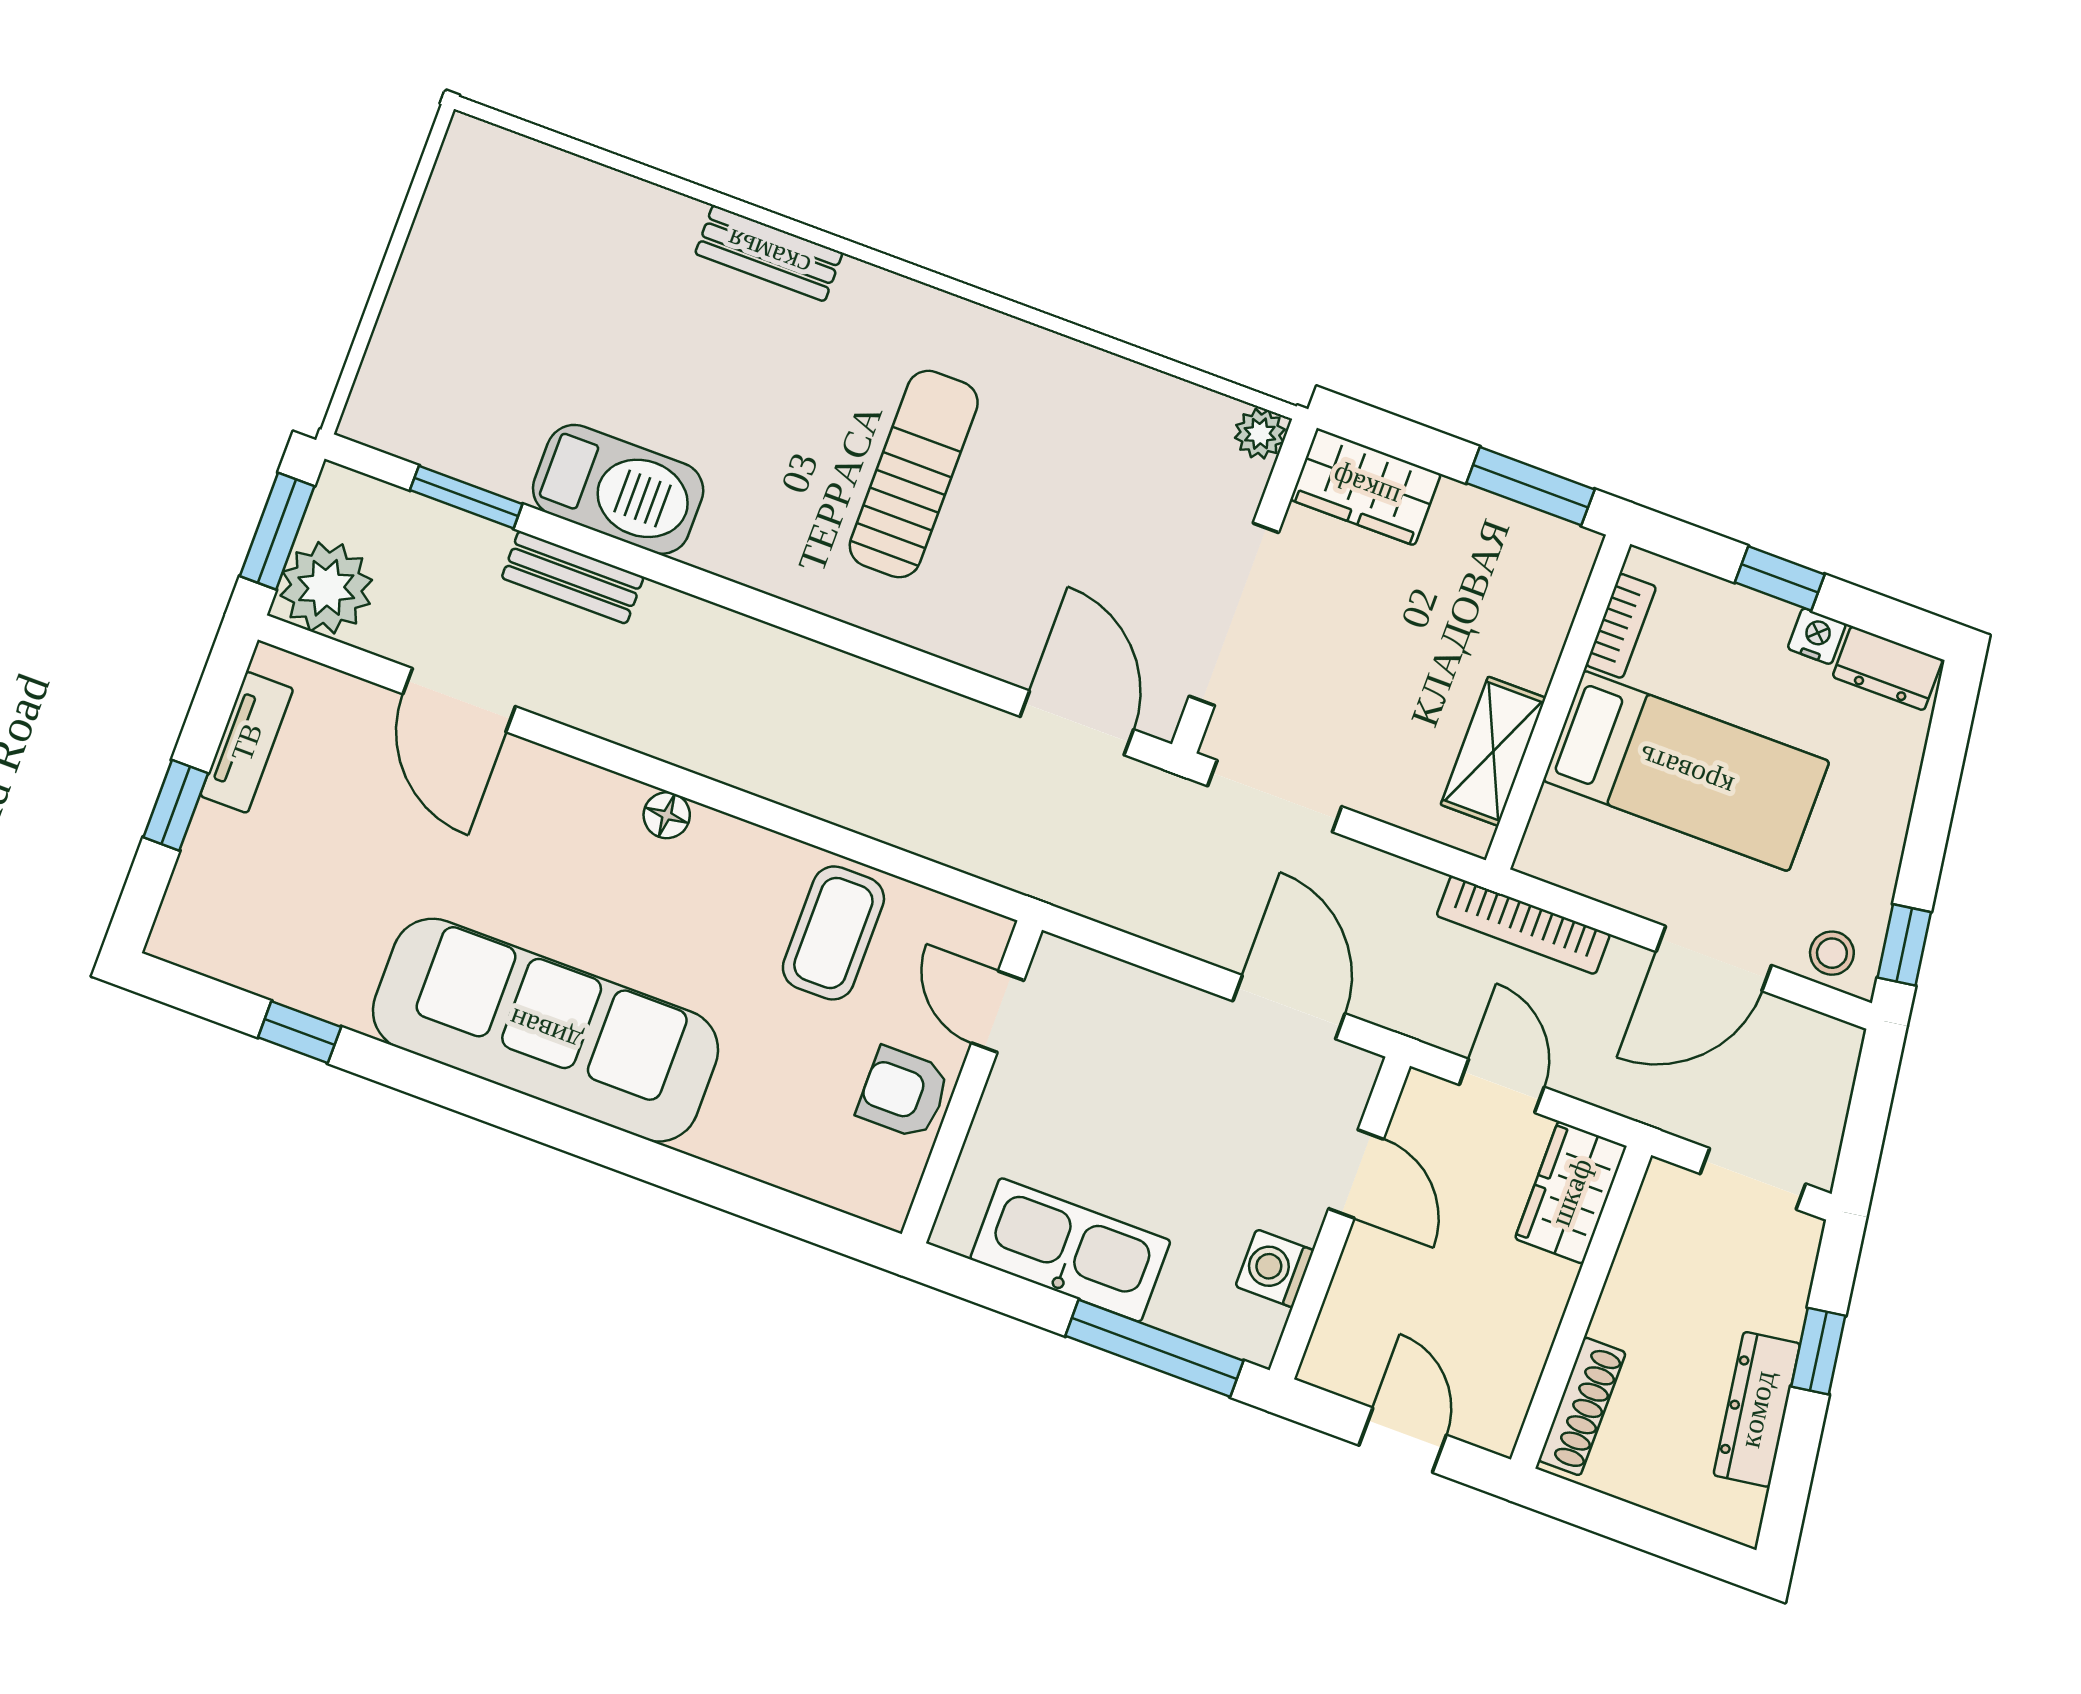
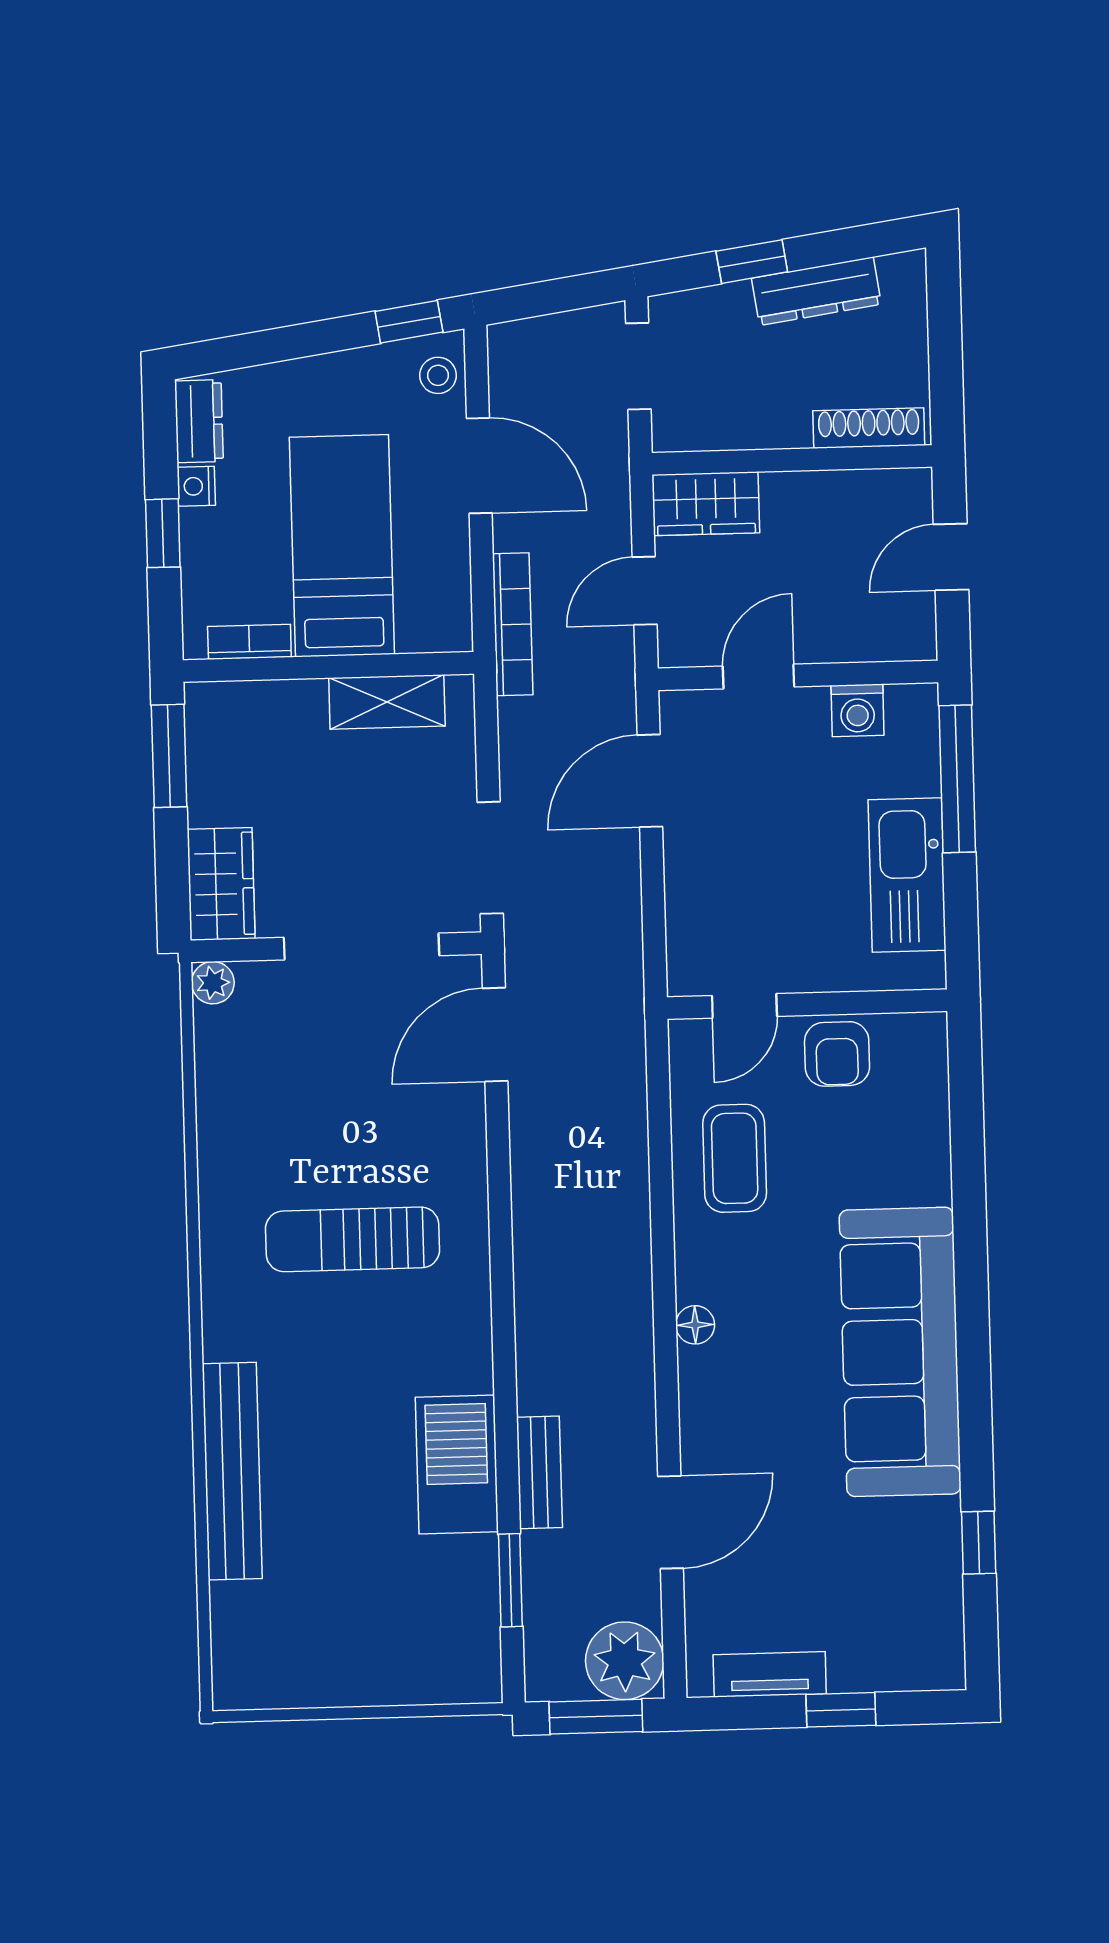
bench: (769, 253) -> (232, 1471), width x1.86, depth x1.21
coffee table: (833, 933) -> (735, 1158), turned 90

